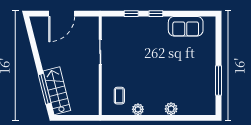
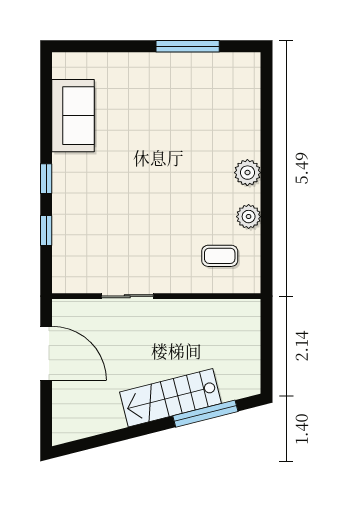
door: (62, 14) -> (46, 353), moved
stairs: (57, 91) -> (170, 398), moved
plant: (171, 109) -> (247, 173), moved

